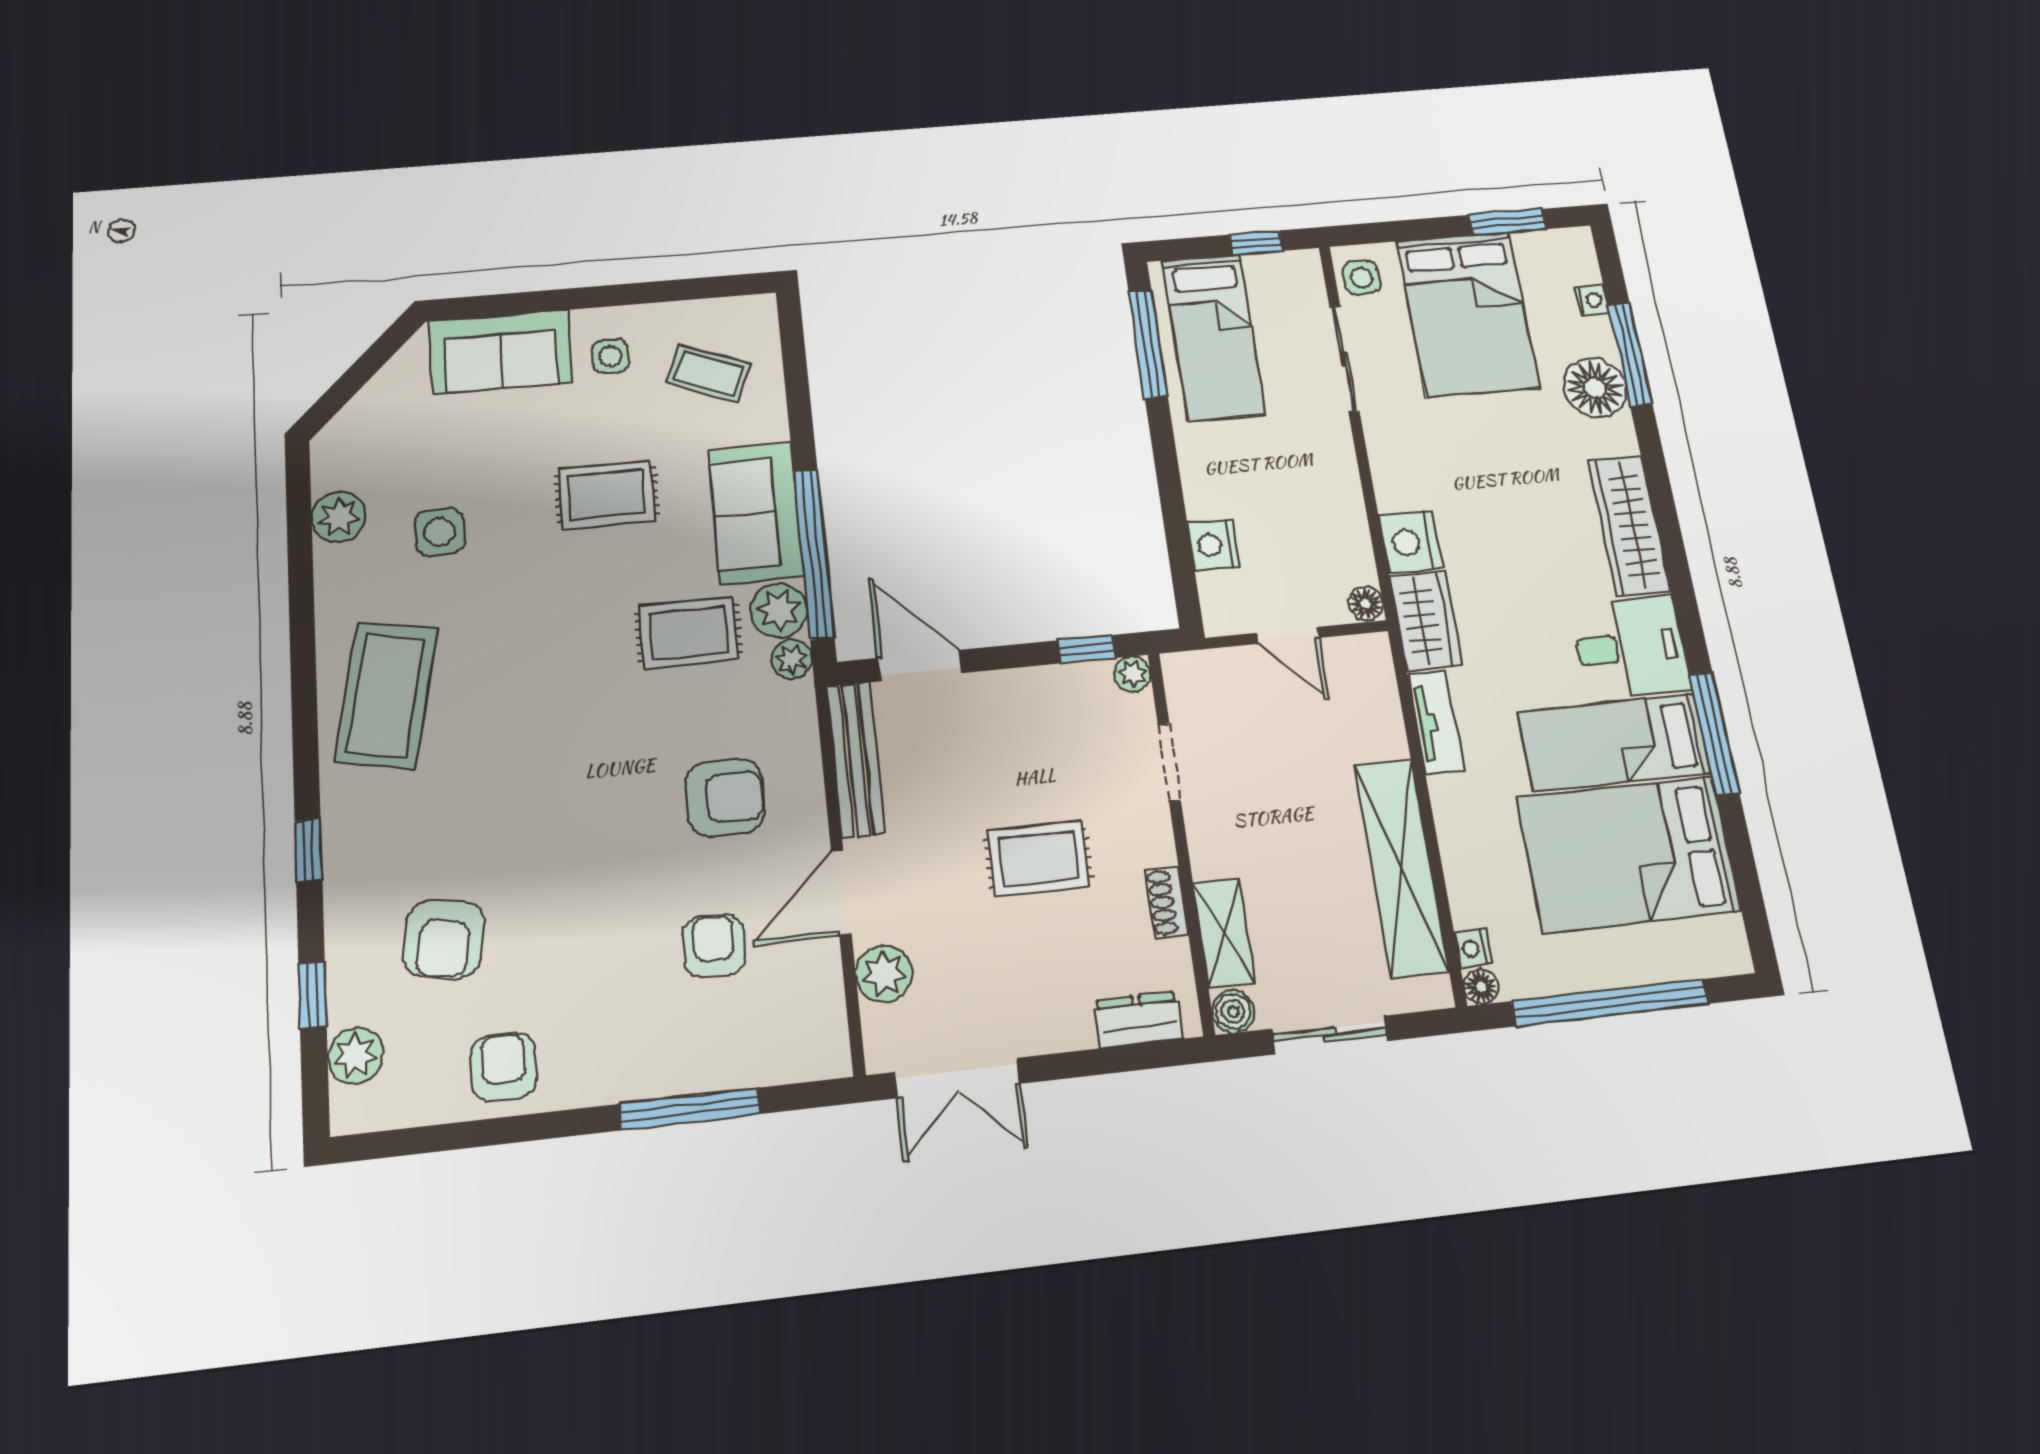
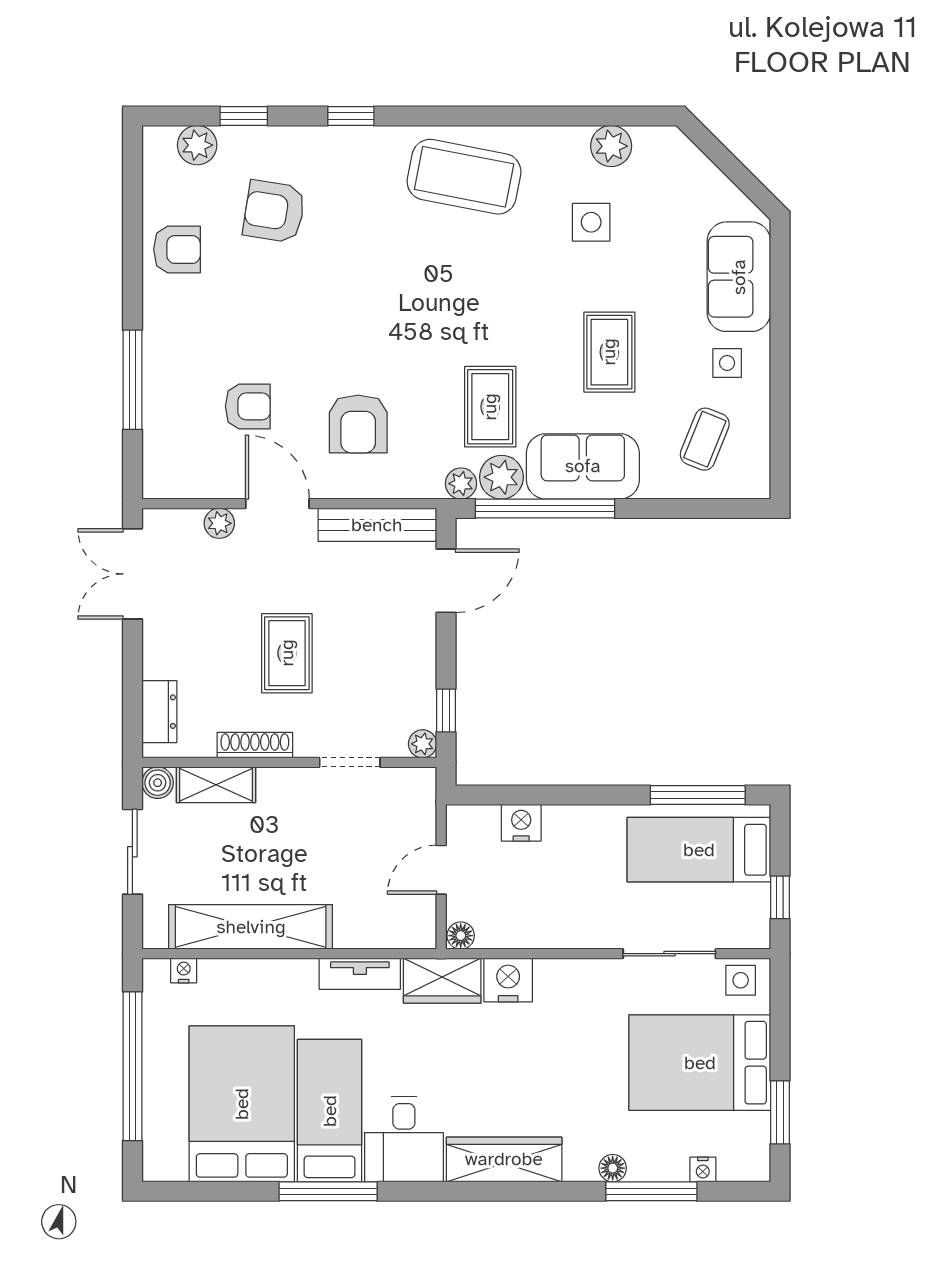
floor lamp: (1595, 388) -> (613, 1168), width x0.53, depth x0.53
shoe rack: (1167, 902) -> (255, 745), width x1.43
plant: (884, 974) -> (219, 523), width x0.73, depth x0.73
floor lamp: (1481, 987) -> (155, 971), removed

